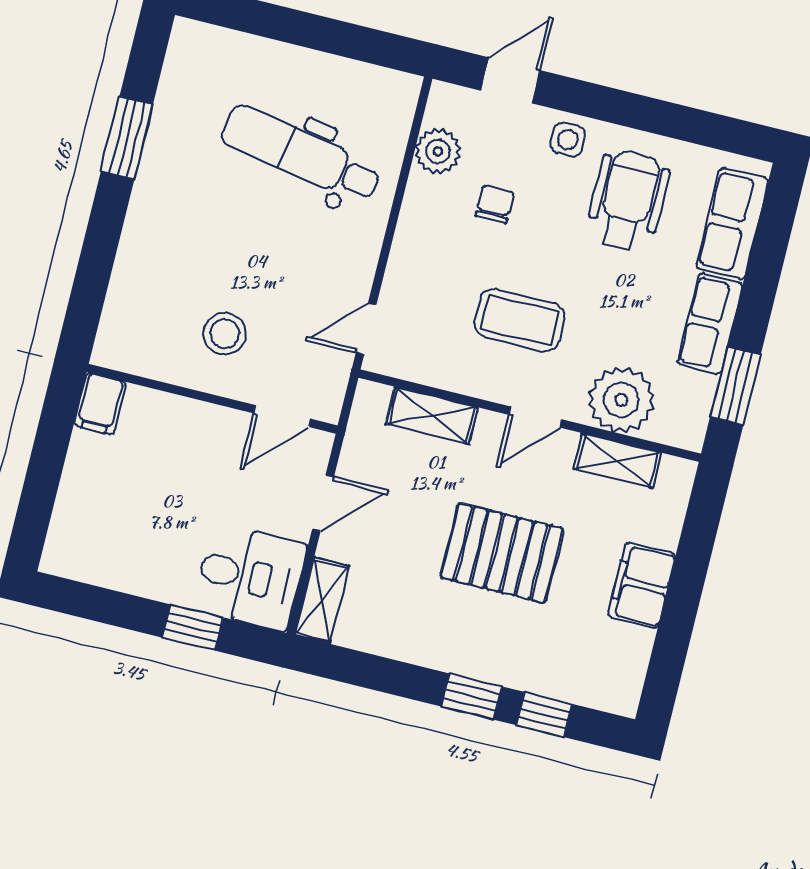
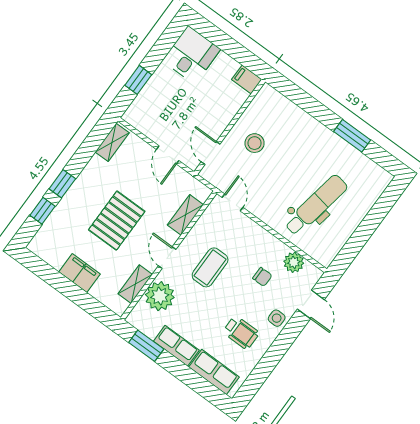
wheelchair: (628, 201) -> (241, 333), width x0.73, depth x0.73
desk: (250, 577) -> (191, 55), moved, turned 180
shelving: (322, 600) -> (112, 142), moved, turned 90

